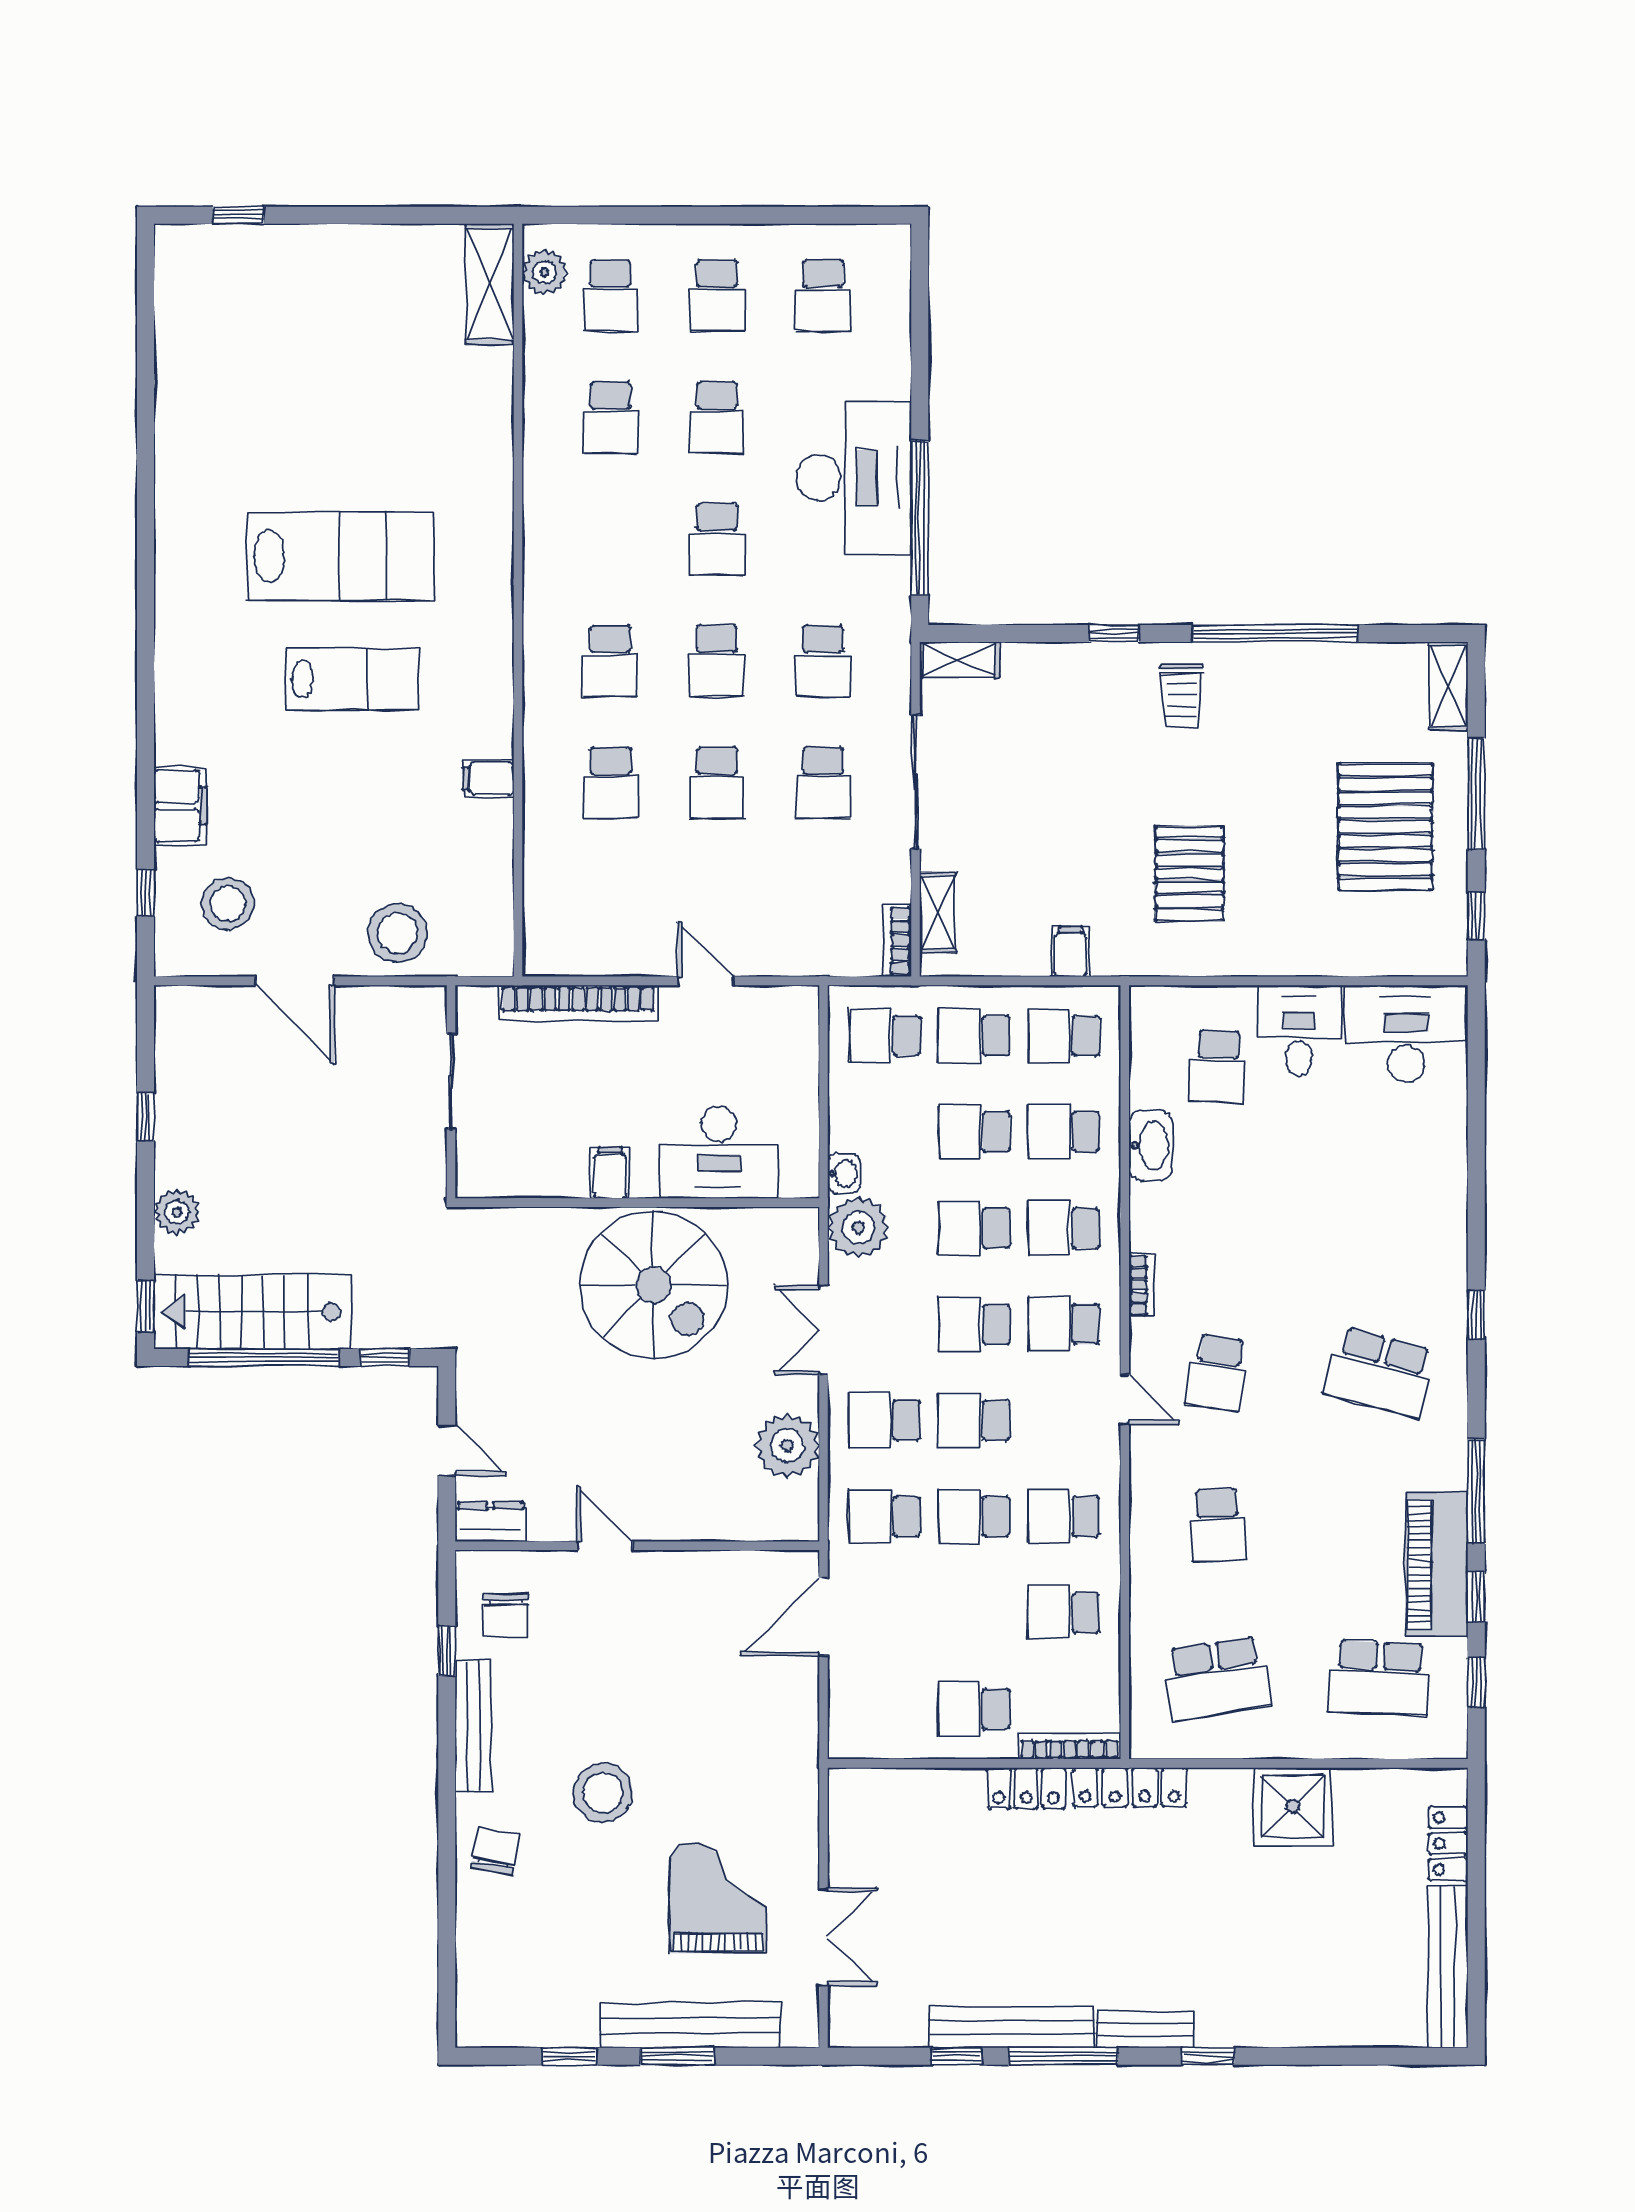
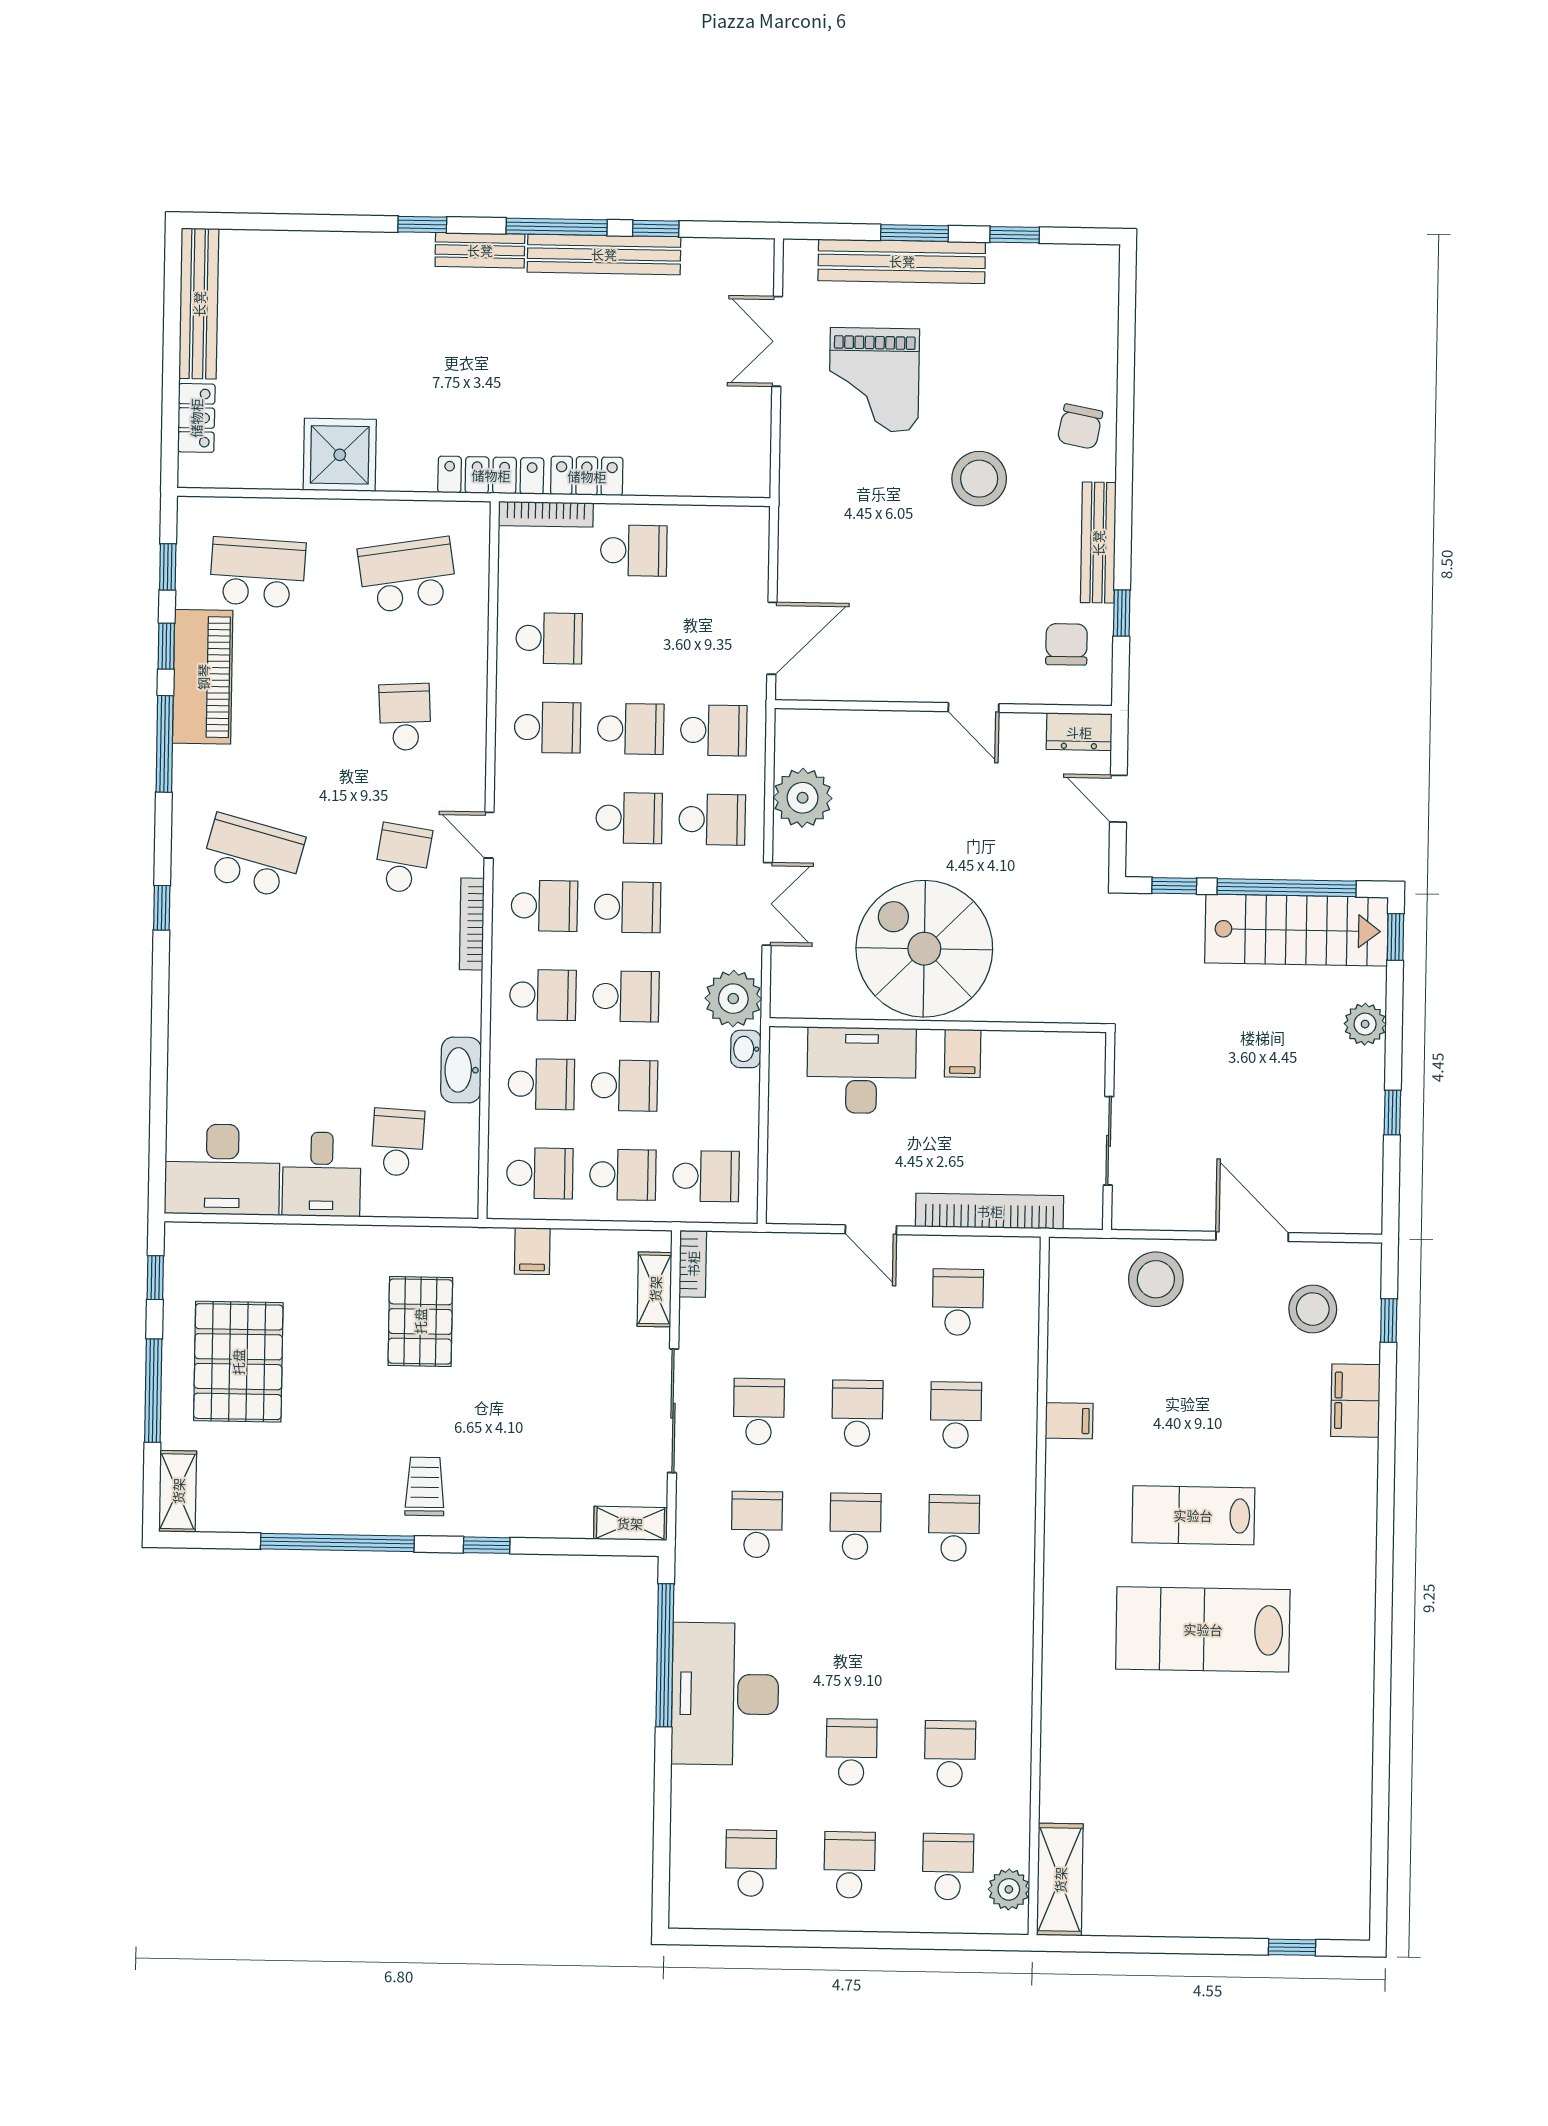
school desk: (717, 539) -> (958, 1302), moved
bookcase: (1142, 1285) -> (472, 924), width x1.56

